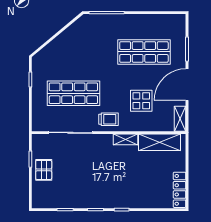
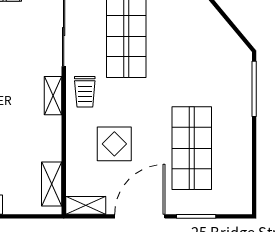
door: (187, 85) -> (140, 216), hinge flipped
shelving: (125, 139) -> (53, 96), moved
shelving: (160, 142) -> (52, 184), width x0.67, depth x0.75

